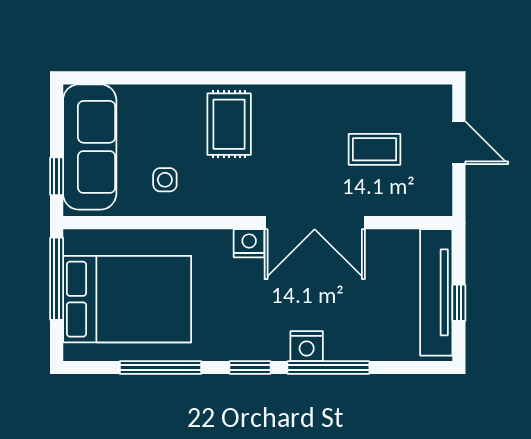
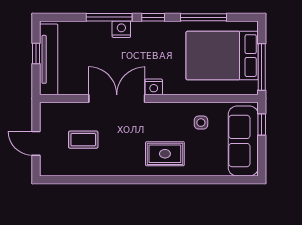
rug: (229, 124) -> (165, 154), turned 90

